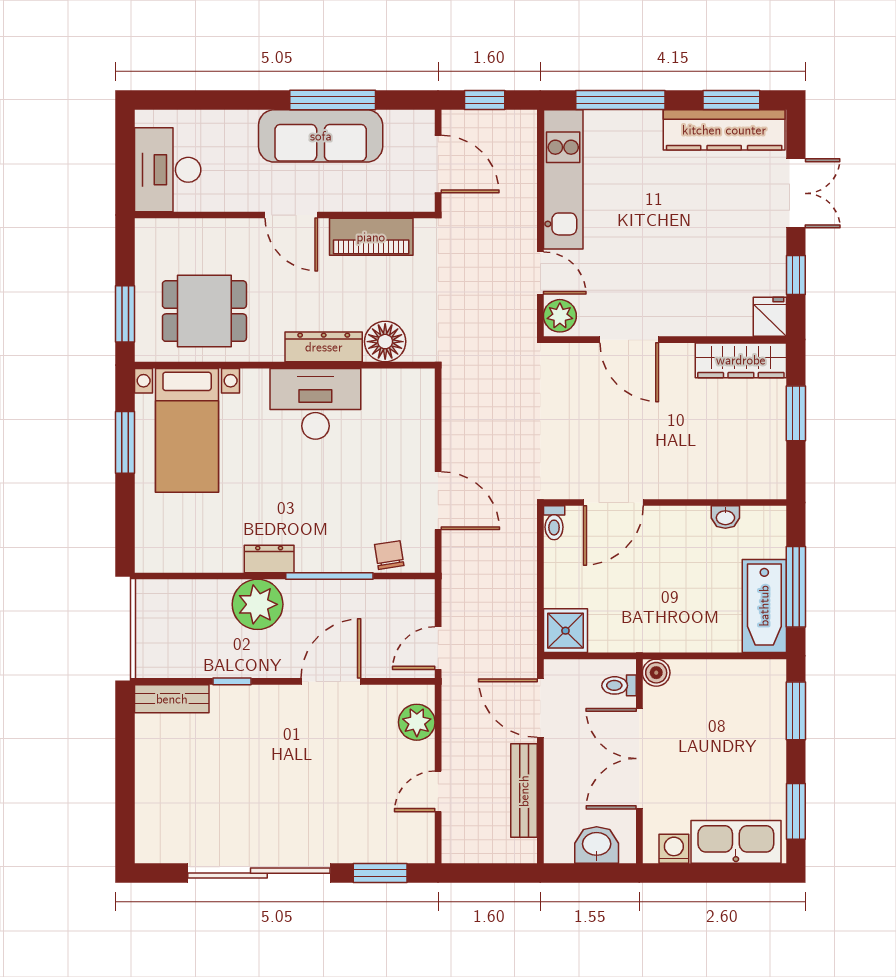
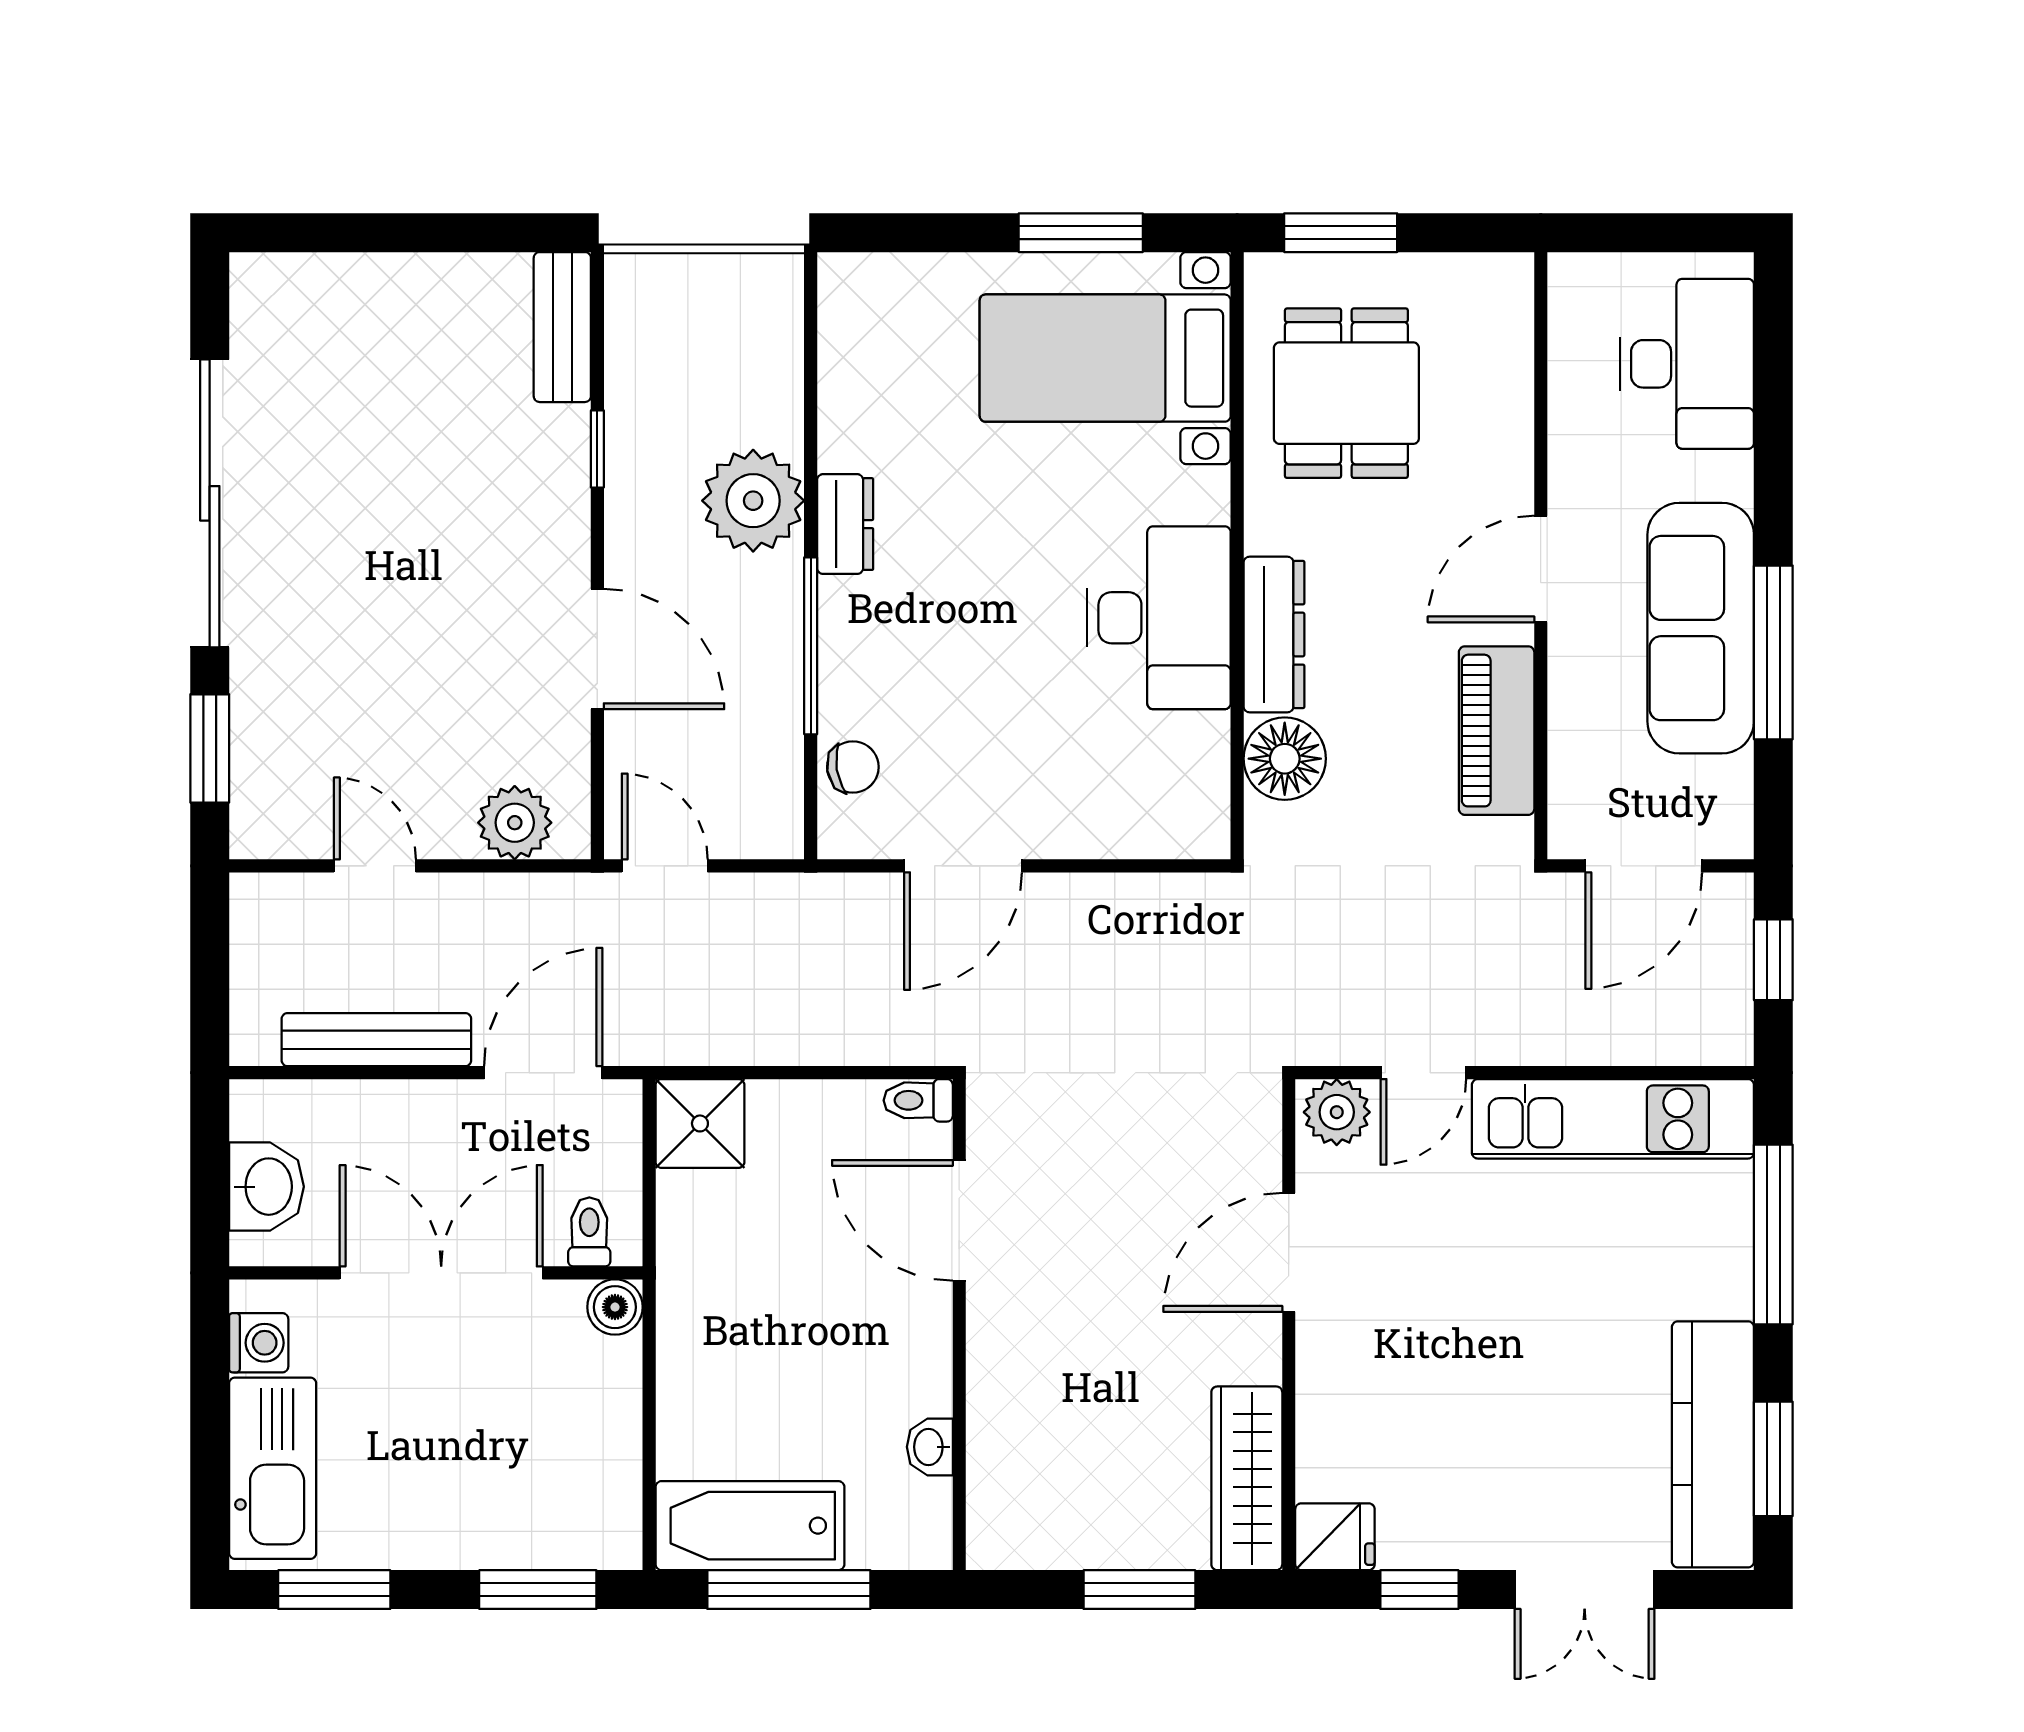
desk: (168, 170) -> (1687, 364), moved, turned 90

